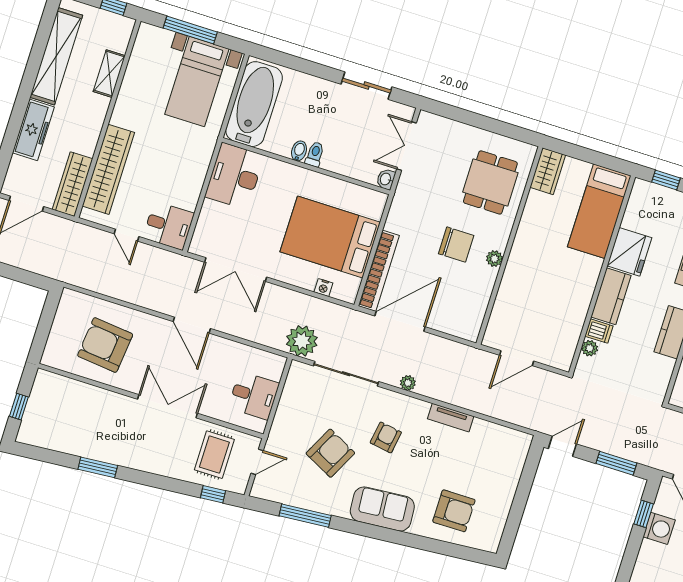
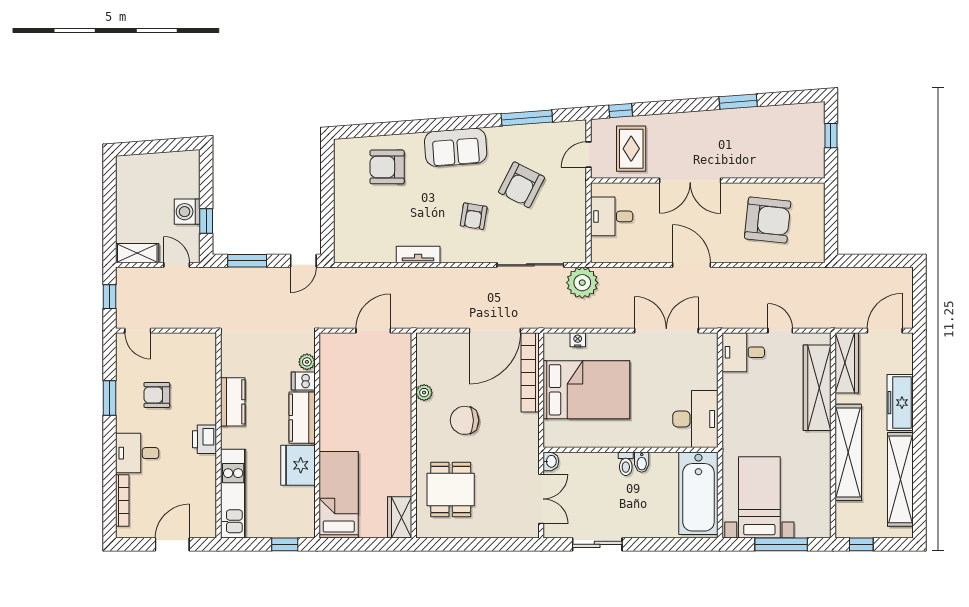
shelving: (109, 74) -> (848, 452), width x2.20, depth x1.33
plant: (494, 259) -> (424, 393), moved
plant: (408, 383) -> (469, 275), removed

